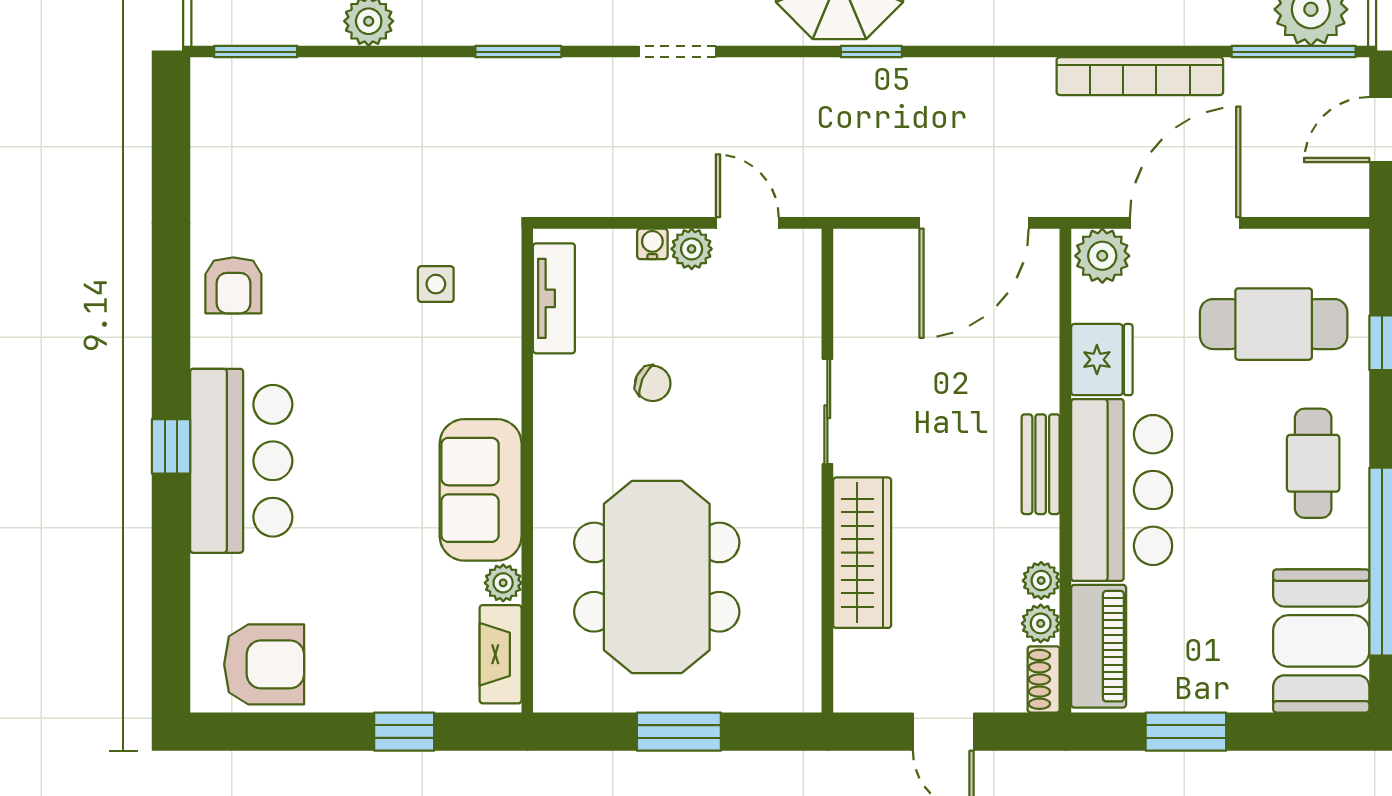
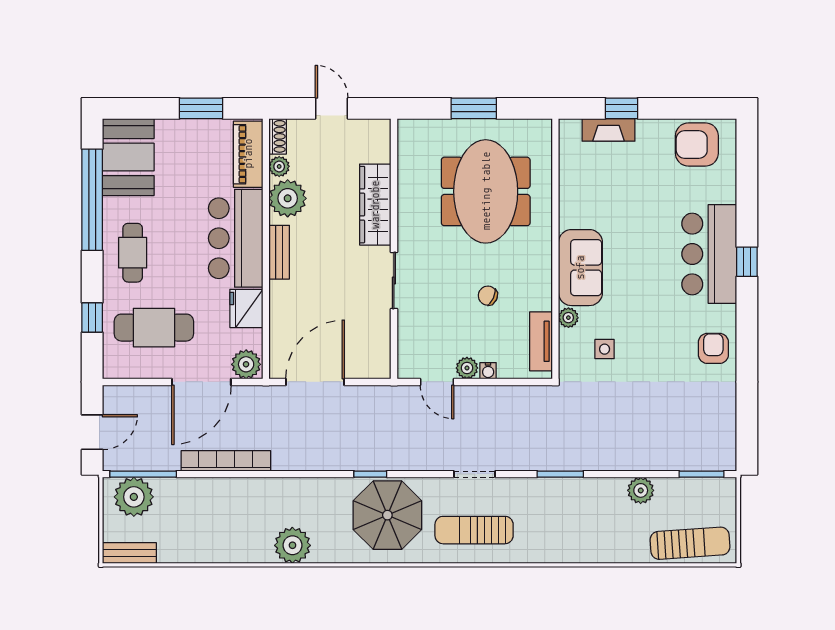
sofa: (481, 490) -> (580, 268), moved
plant: (1041, 581) -> (288, 198), width x1.88, depth x1.88
plant: (503, 583) -> (568, 318), moved
fireplace: (501, 654) -> (609, 130), moved, turned 90

